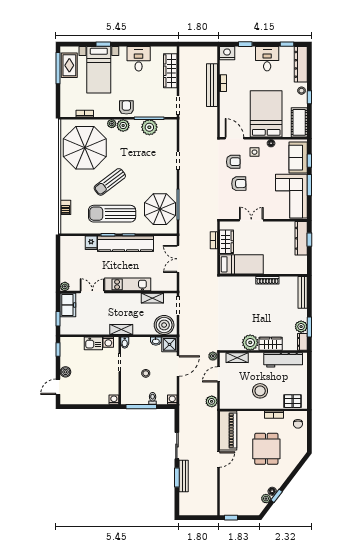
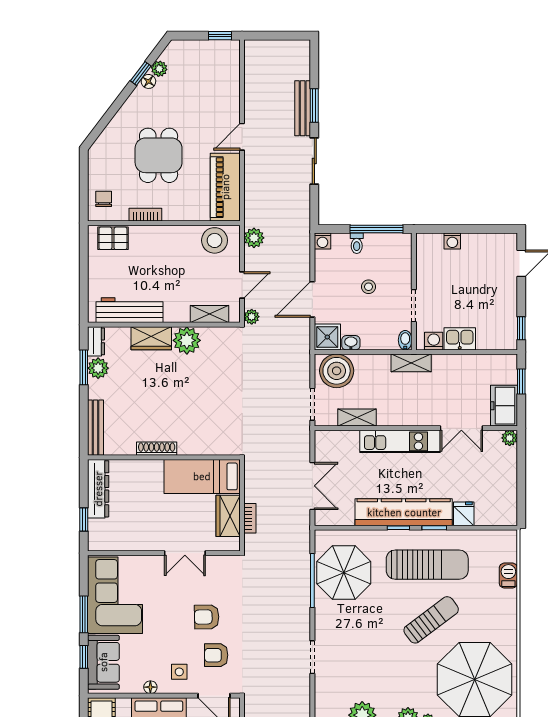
dresser: (301, 238) -> (98, 489), moved
boiler: (65, 372) -> (508, 289), removed
stool: (260, 391) -> (215, 240), moved
washing machine: (114, 400) -> (452, 241), moved

